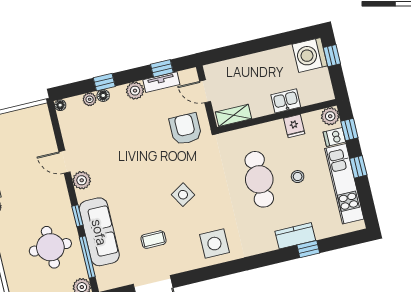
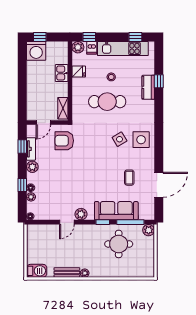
window: (358, 167) -> (135, 37), moved
side table: (183, 195) -> (120, 139), moved

